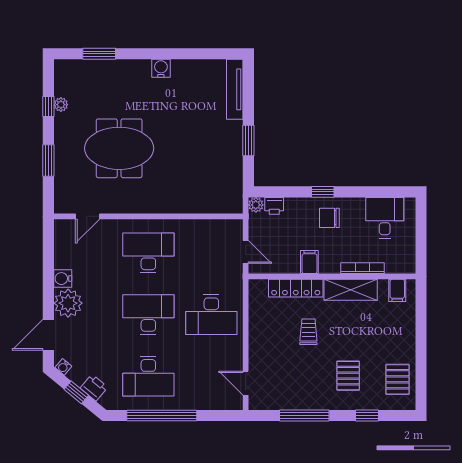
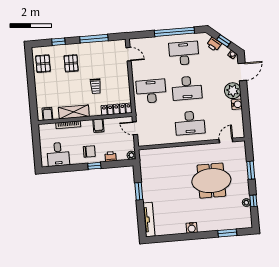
printer: (274, 206) -> (111, 157), moved
locker: (296, 288) -> (116, 109), moved

